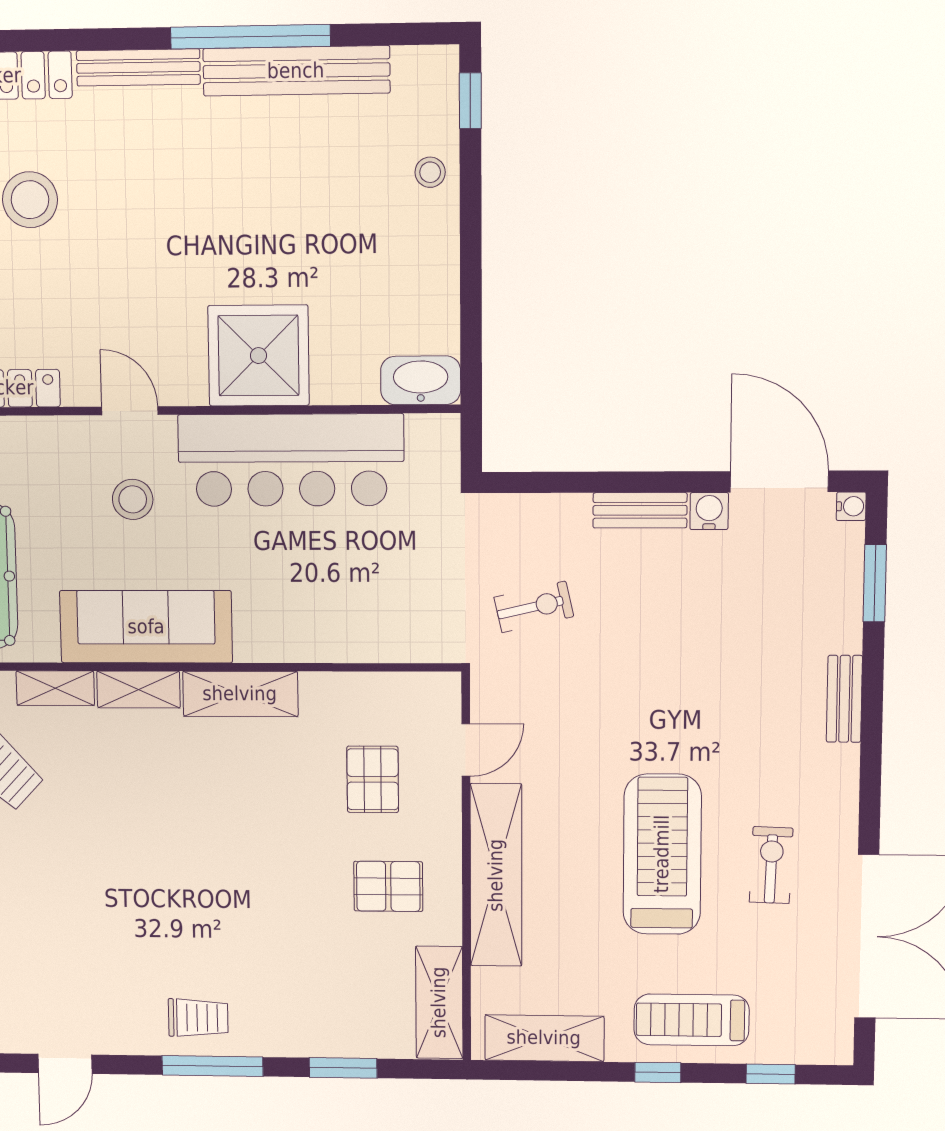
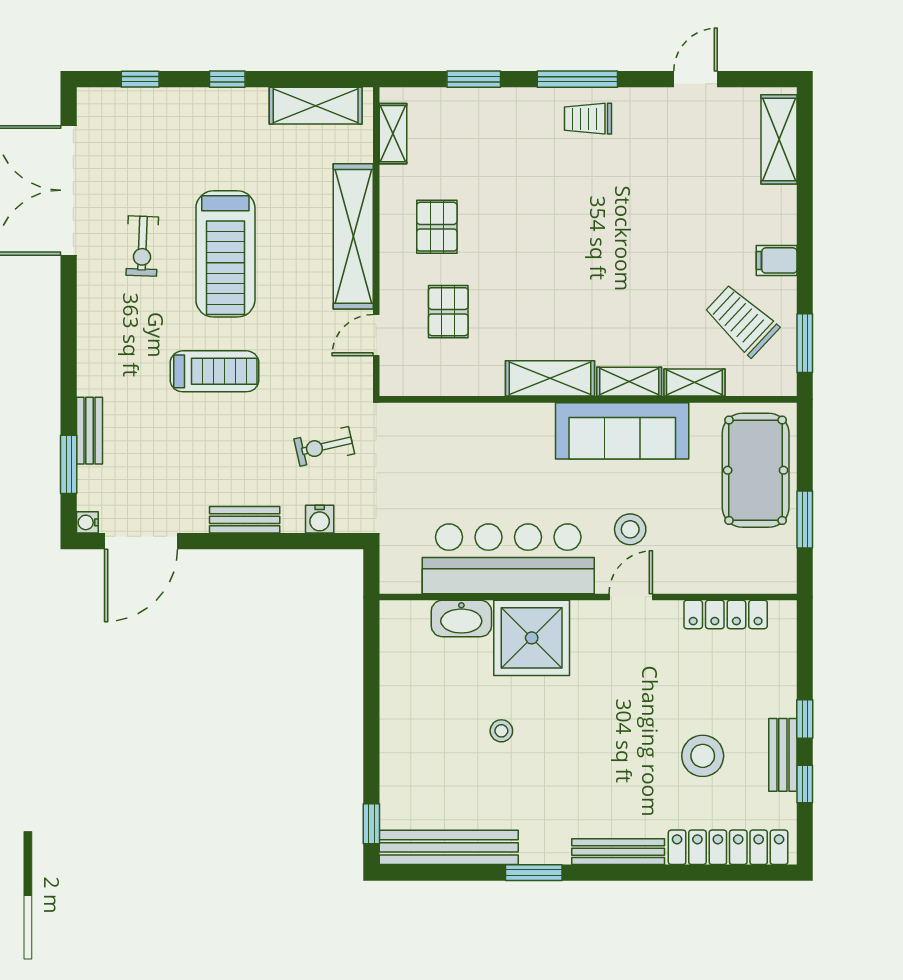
window: (250, 37) -> (534, 873), width x0.47
bench: (296, 71) -> (449, 847), moved
stool: (430, 172) -> (501, 731), moved
washbasin: (421, 380) -> (461, 618), moved
door: (130, 411) -> (631, 597), swing flipped
door: (779, 482) -> (141, 541), hinge flipped
water cooler: (709, 511) -> (320, 519), moved
bench: (844, 699) -> (89, 431), moved
pallet: (388, 886) -> (437, 227), turned 90
shelving: (439, 1002) -> (393, 134), width x0.67, depth x0.75
treadmill: (691, 1020) -> (215, 371), moved

